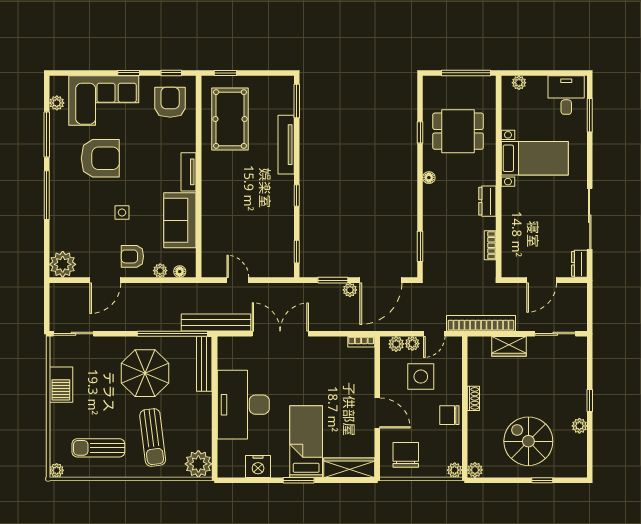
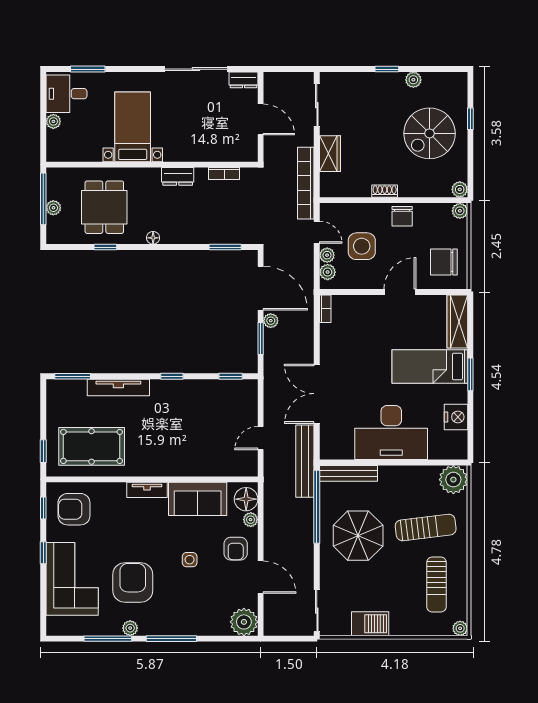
plant: (457, 83) -> (53, 208), added
plant: (519, 83) -> (53, 121), moved
plant: (57, 103) -> (130, 628), moved
floor lamp: (180, 272) -> (246, 499), width x1.89, depth x1.89

